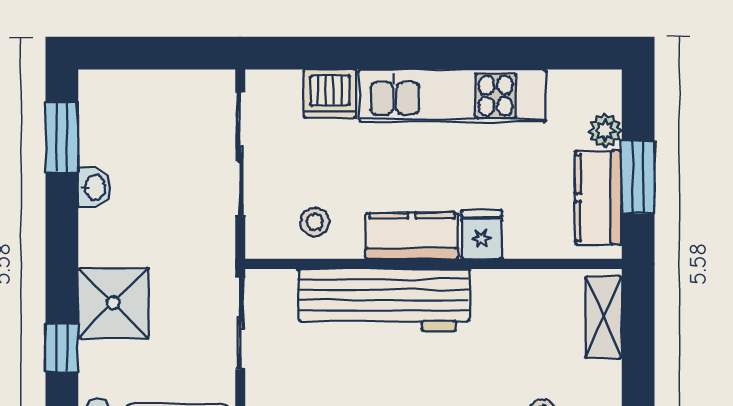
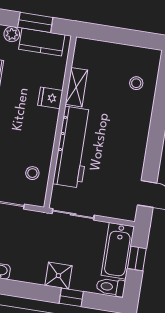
kitchen counter: (412, 236) -> (46, 130), removed
shower: (113, 303) -> (58, 276), width x0.73, depth x0.73
shelving: (604, 317) -> (76, 87), moved, turned 90

